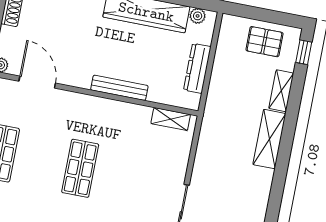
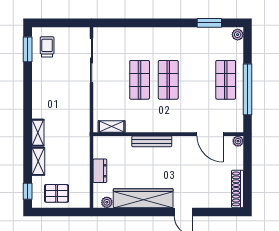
dresser: (197, 68) -> (100, 171), width x0.70
shelving: (269, 139) -> (38, 133), width x0.67, depth x0.75
shop shelf: (120, 176) -> (140, 80), added

